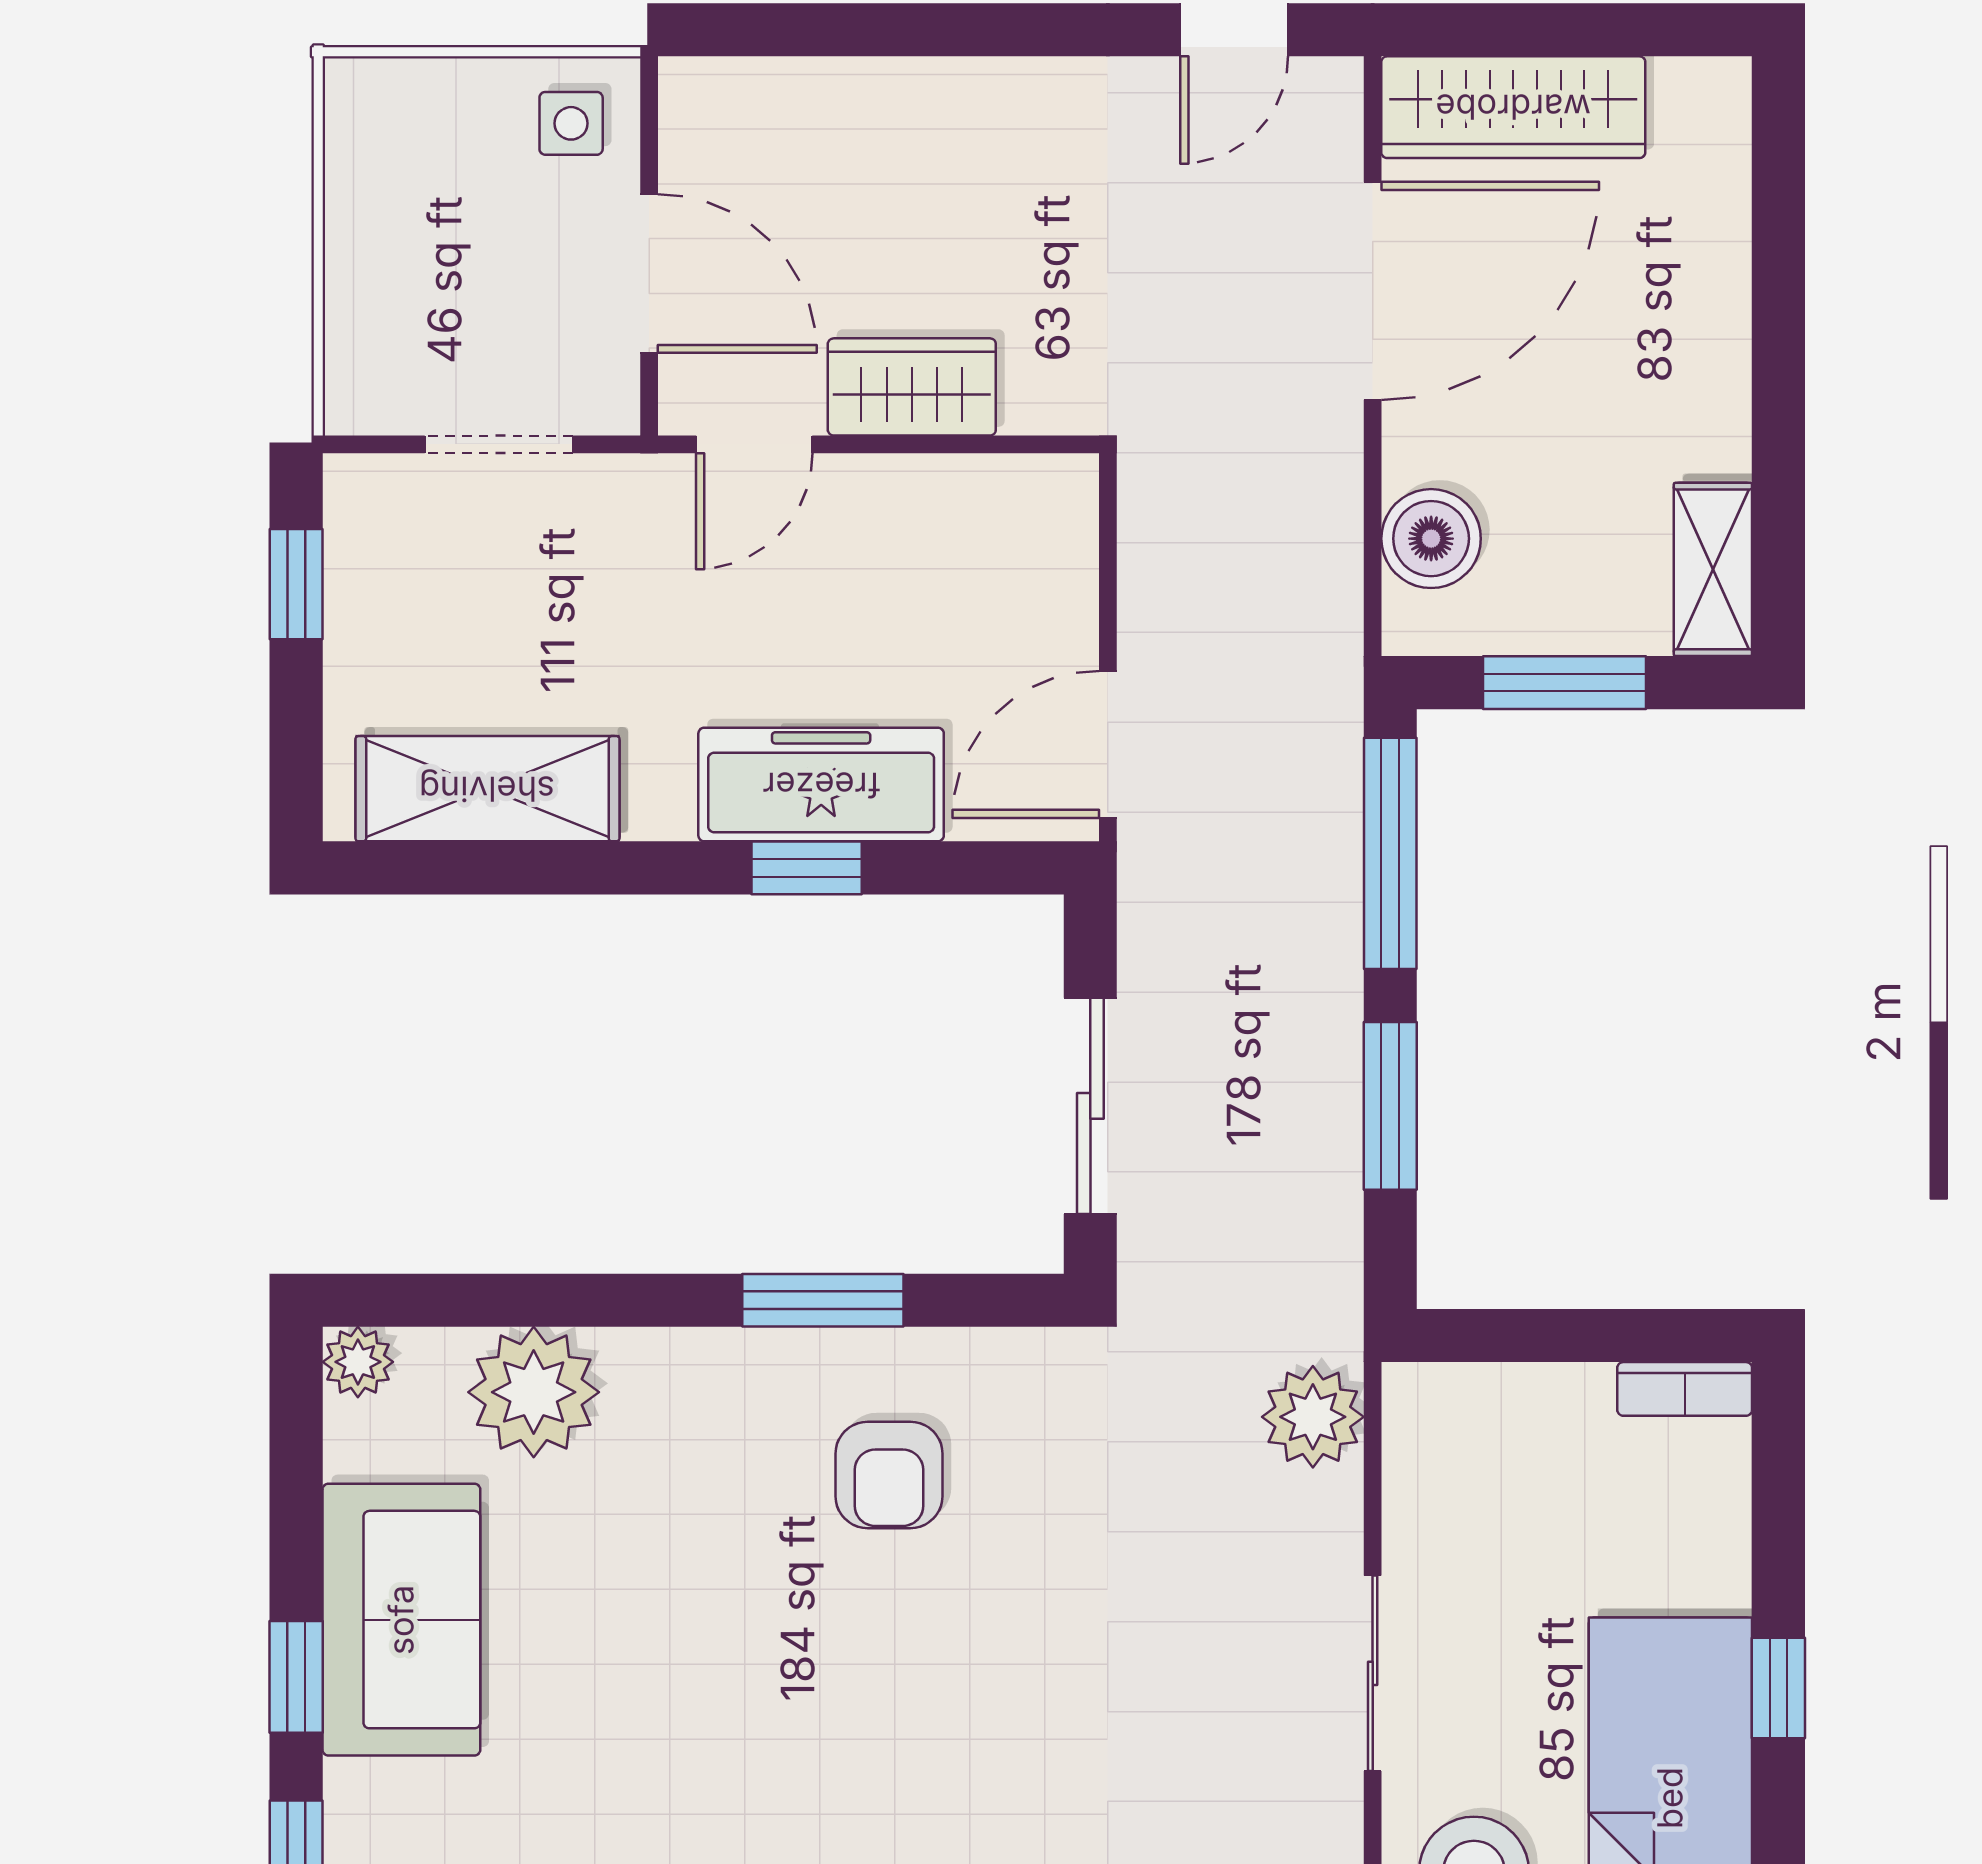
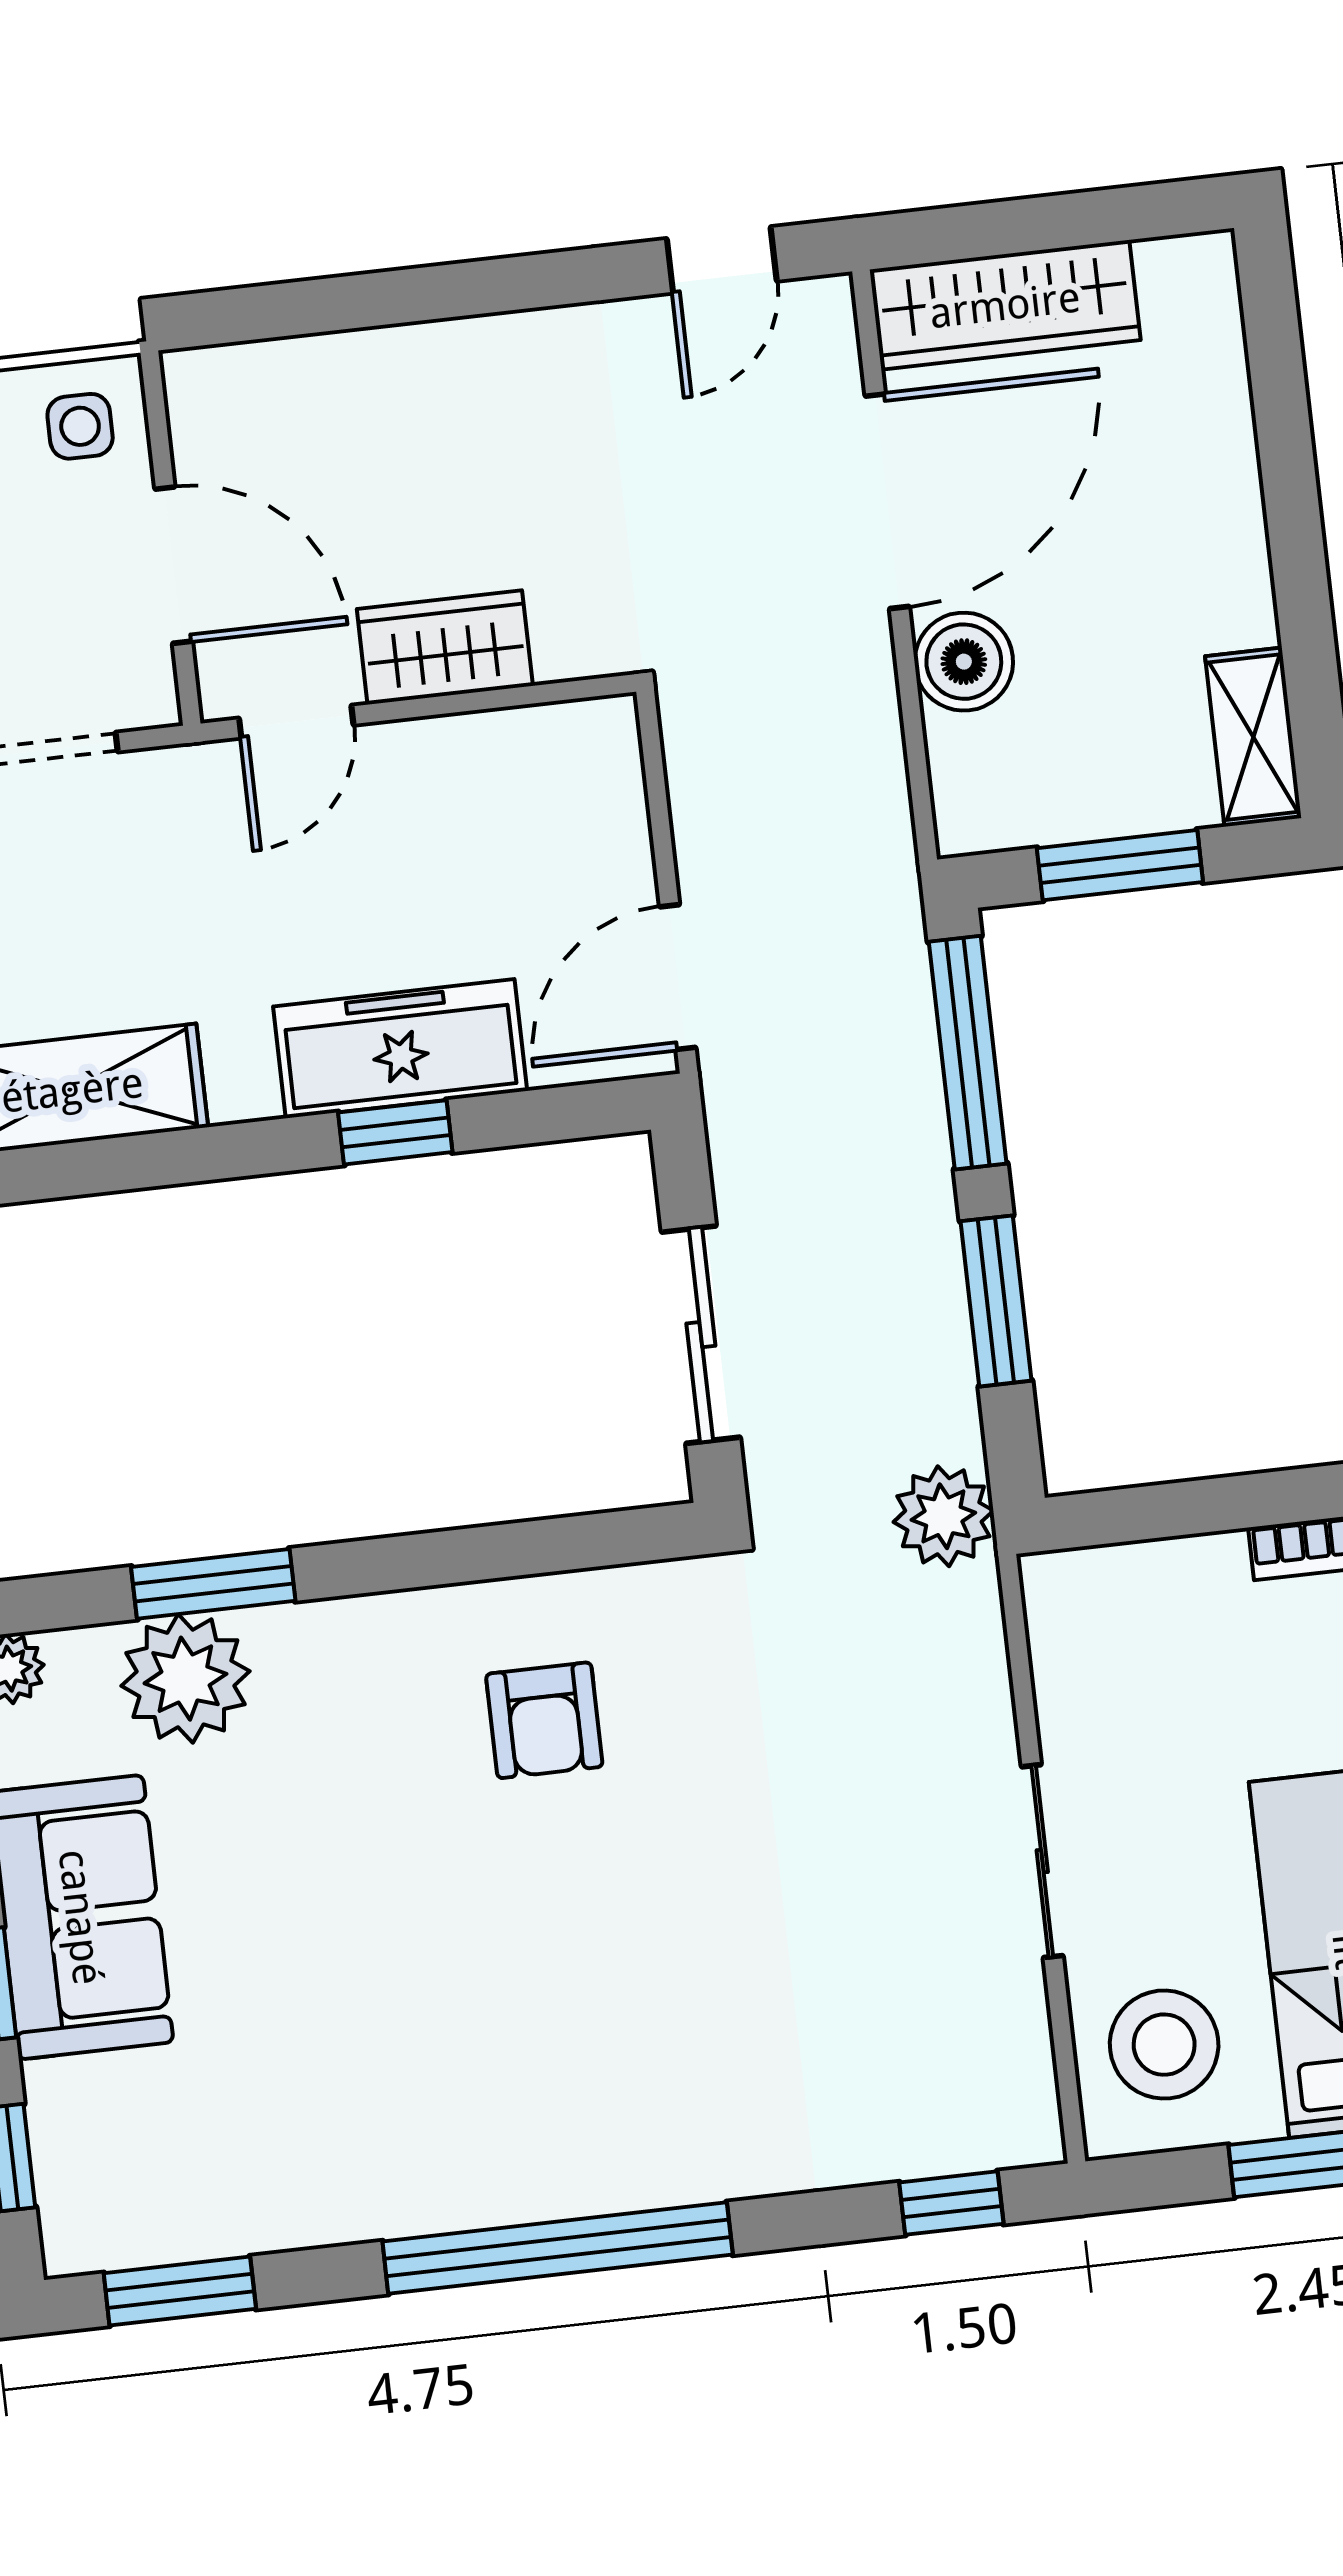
boiler: (1431, 539) -> (964, 662), moved
window: (823, 1300) -> (213, 1584), moved
plant: (1313, 1417) -> (943, 1516), moved

